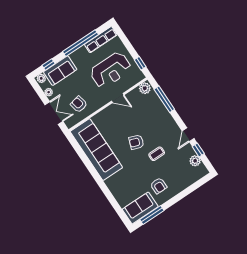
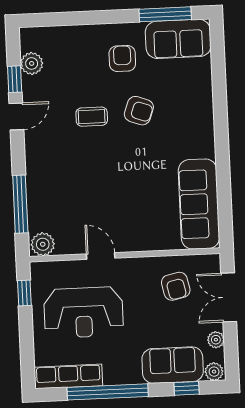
reception desk: (111, 70) -> (84, 312), turned 180
armchair: (136, 142) -> (139, 111), moved
sofa: (96, 150) -> (199, 204), width x0.74, depth x0.79

